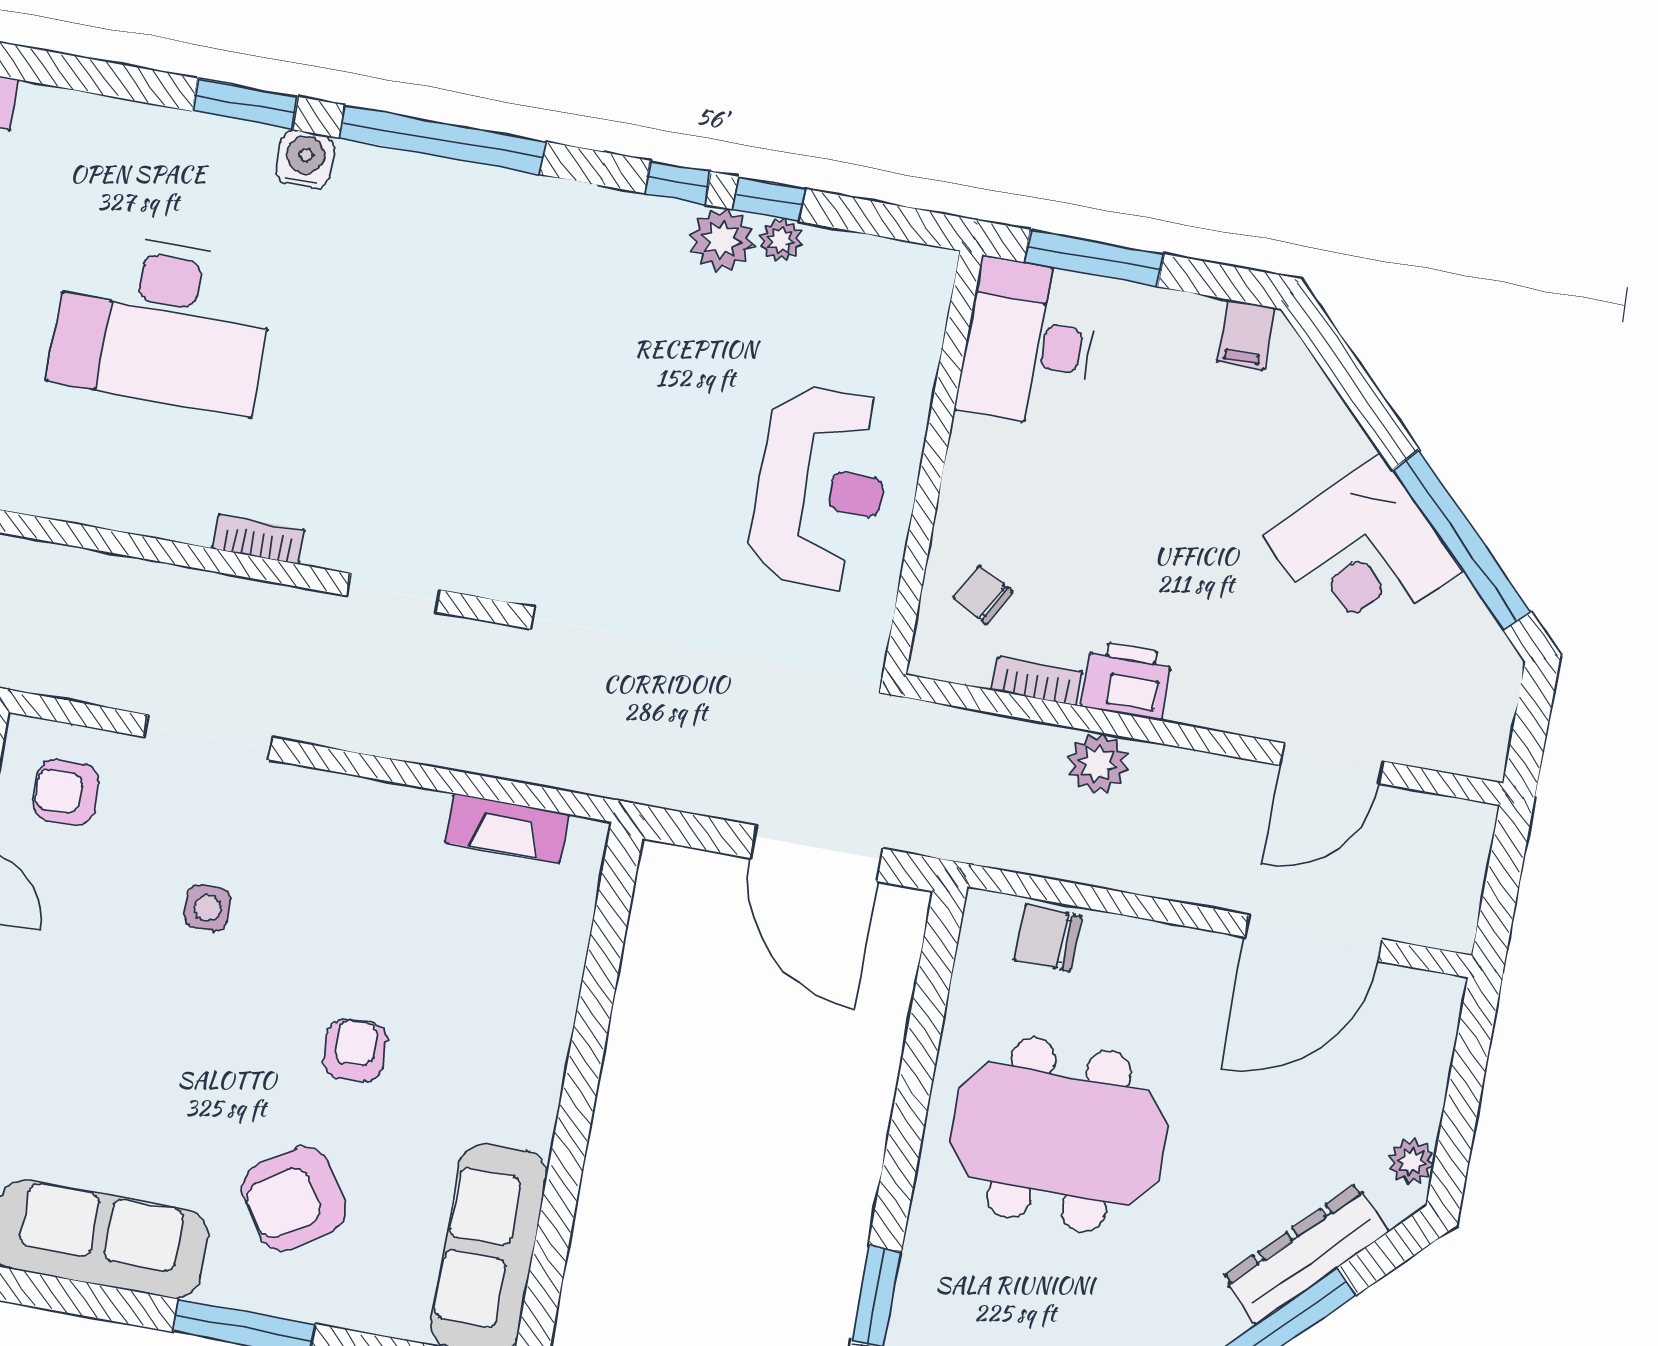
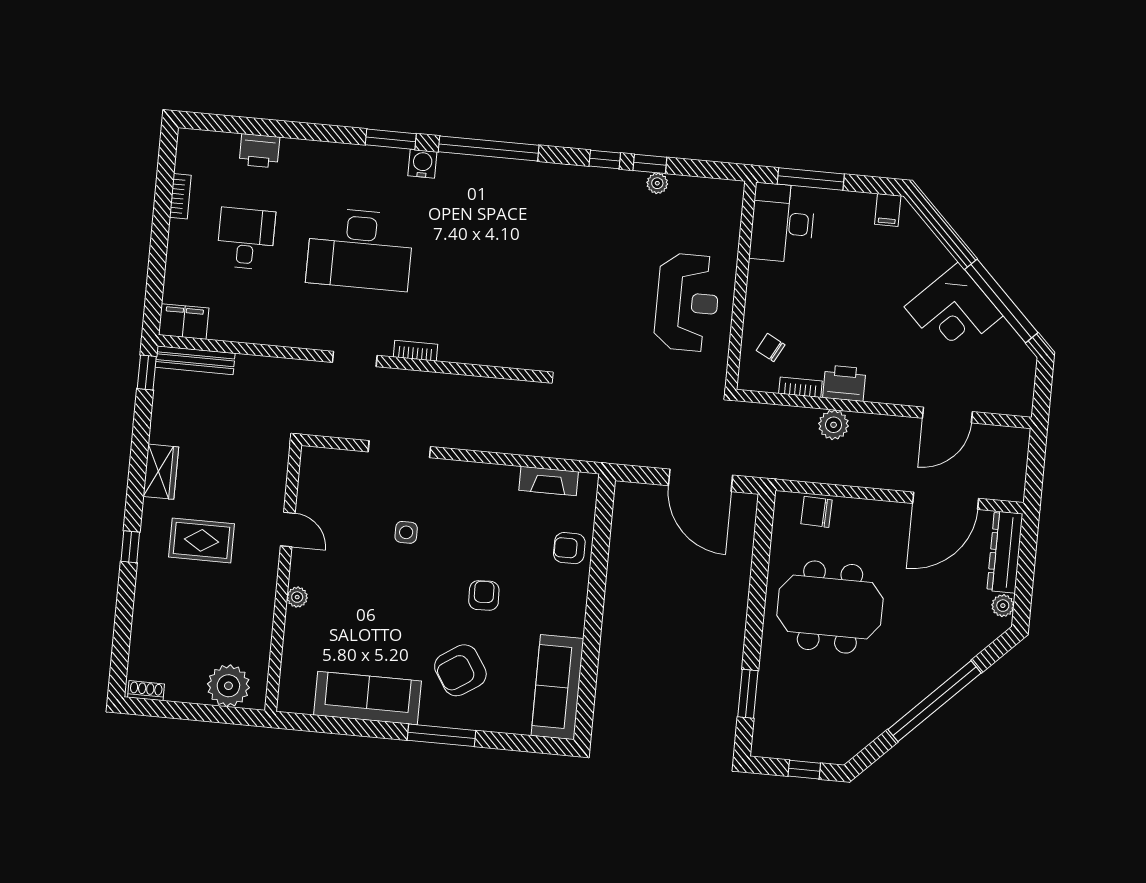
plant: (722, 240) -> (629, 186), removed
doorway: (393, 593) -> (355, 359), moved
armchair: (66, 792) -> (569, 548), moved
dresser: (1306, 1254) -> (1005, 552), moved, turned -45

